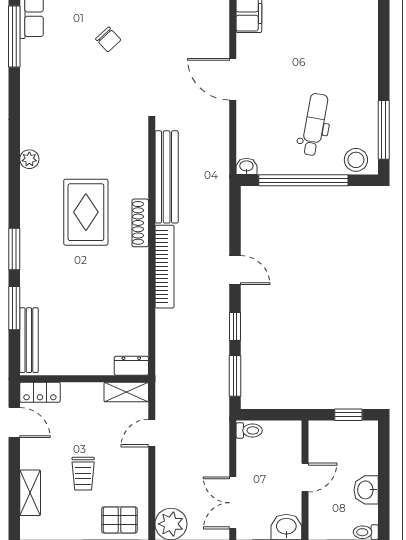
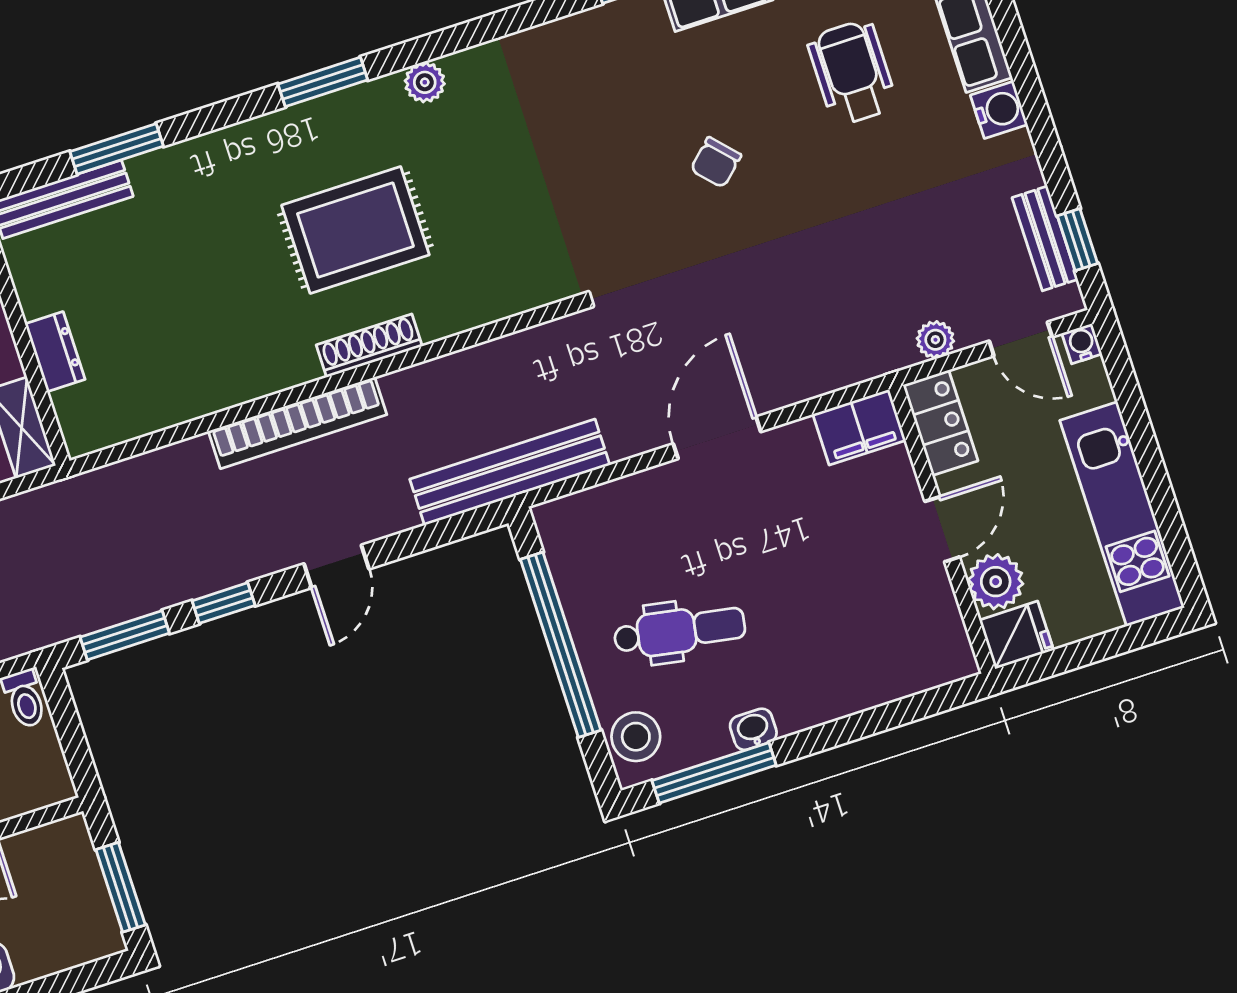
washbasin: (246, 166) -> (753, 729), moved, turned -90
bench: (167, 177) -> (510, 472), moved
window: (14, 249) -> (323, 82), moved
dresser: (131, 366) -> (55, 352), moved
window: (348, 415) -> (121, 887), width x1.50

